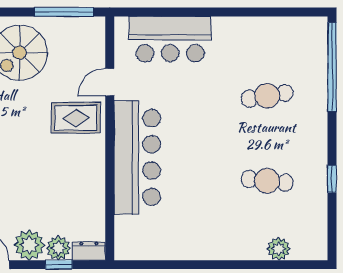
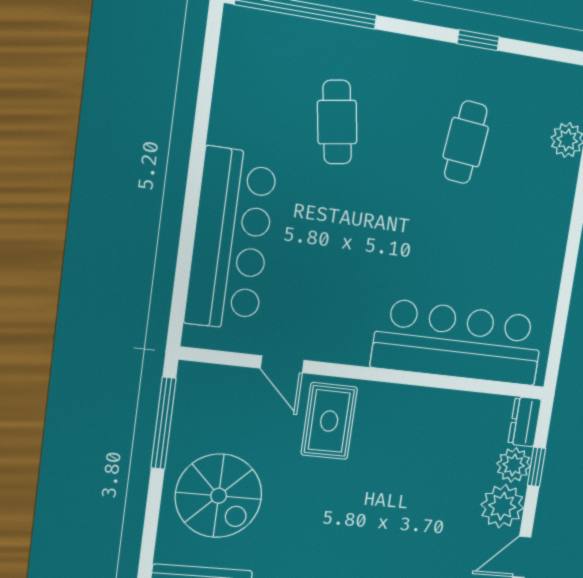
bar counter: (170, 39) -> (231, 239), width x1.36
bar counter: (137, 157) -> (458, 342), moved

